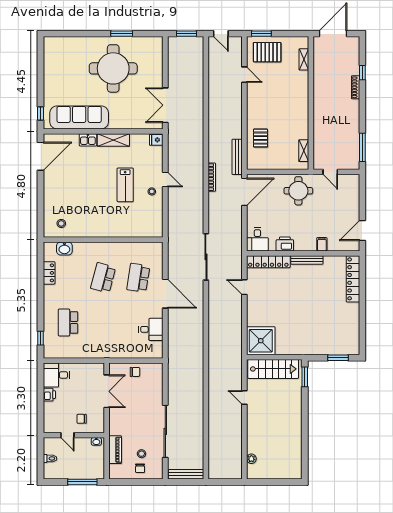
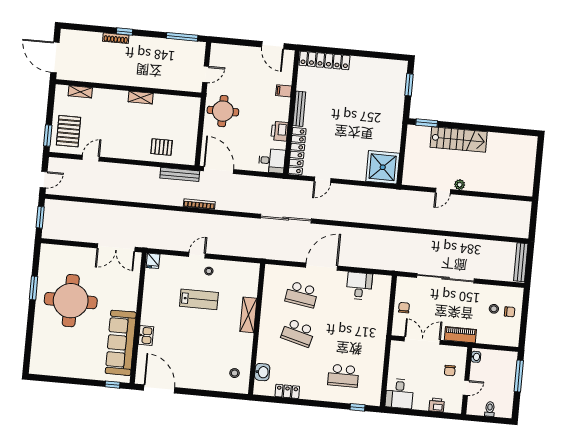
window: (362, 73) -> (125, 32), moved
shelving: (113, 140) -> (248, 315), moved
shelving: (304, 151) -> (141, 97), moved
stairs: (273, 369) -> (459, 140), moved, turned 90
printer: (49, 395) -> (437, 405), moved
sliding door: (165, 431) -> (445, 278), moved
piano: (115, 450) -> (460, 335), moved
plant: (251, 459) -> (460, 185), moved

